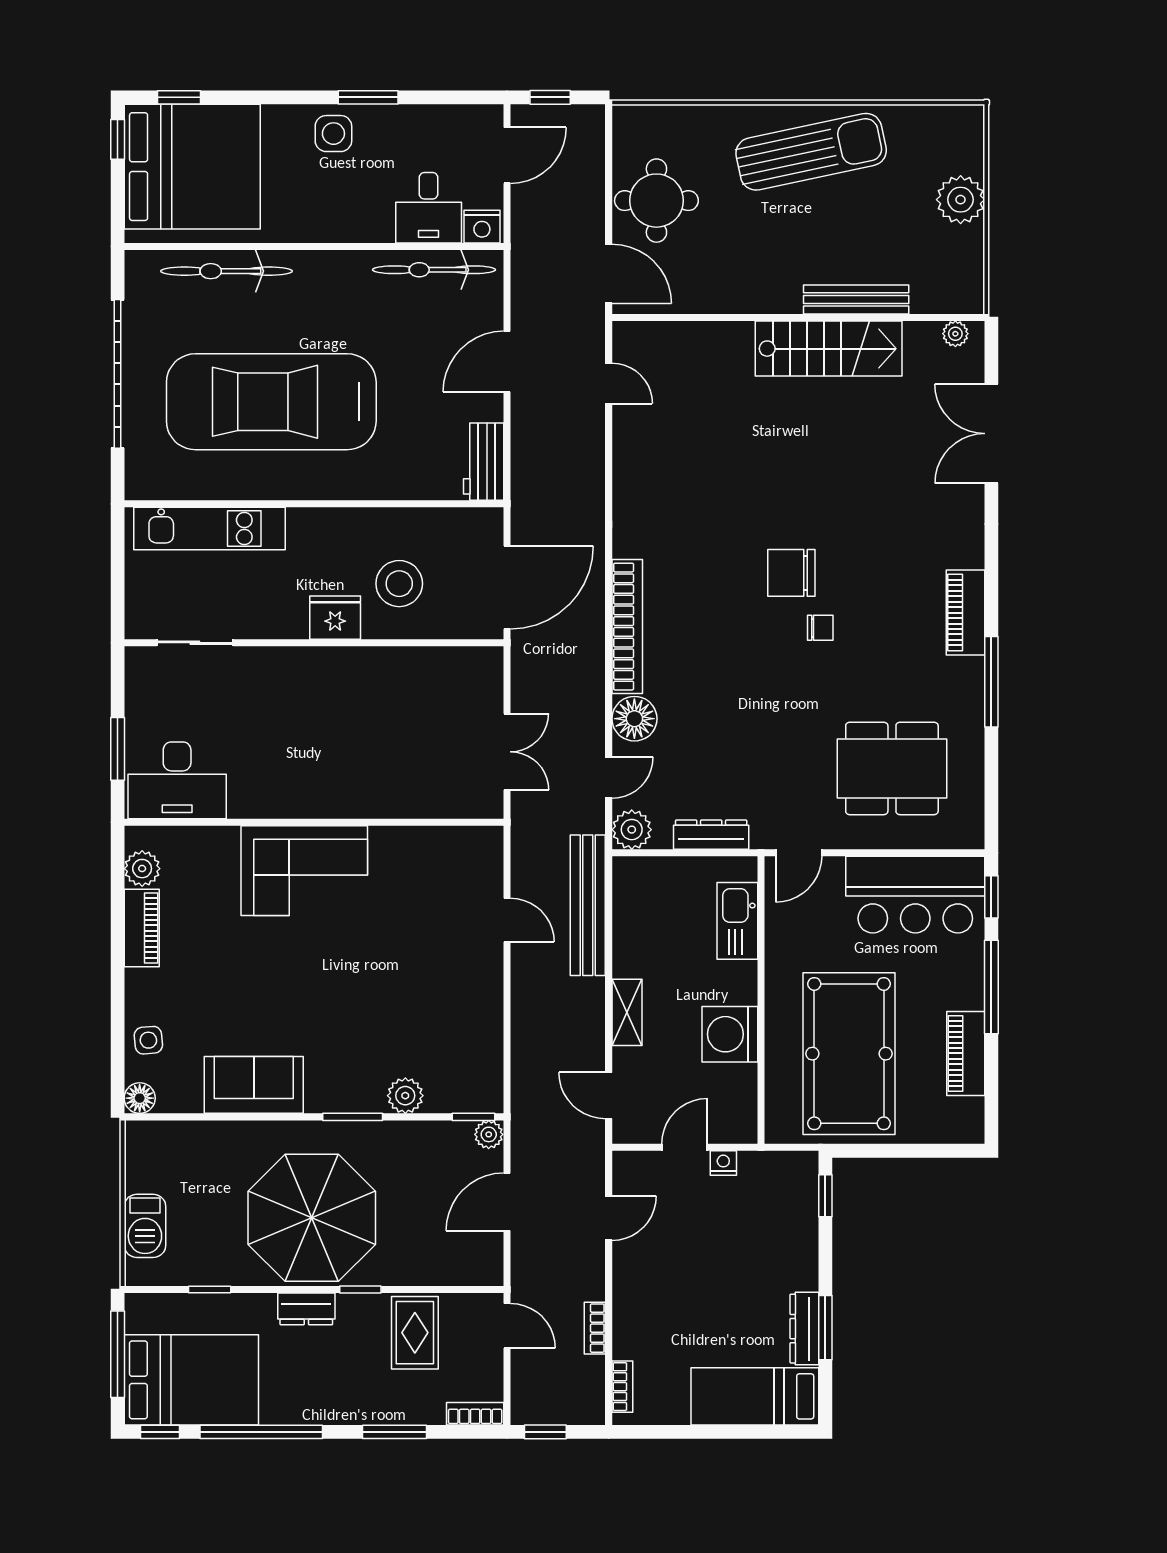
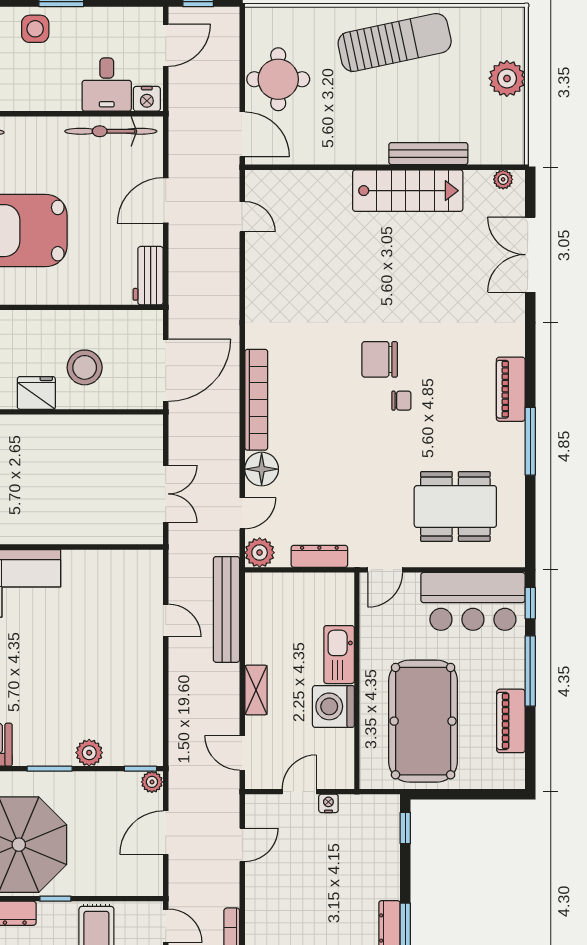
kitchen sink: (737, 921) -> (339, 655), moved

